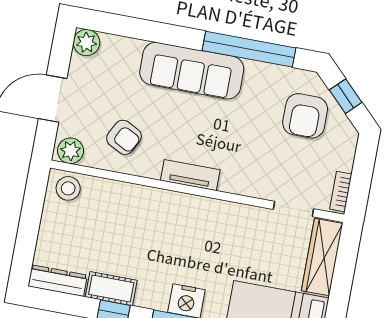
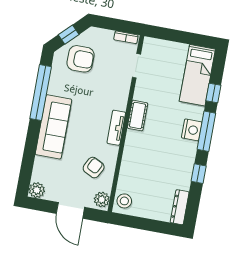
wardrobe: (322, 257) -> (165, 49), removed
cot: (111, 289) -> (138, 116), moved

